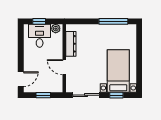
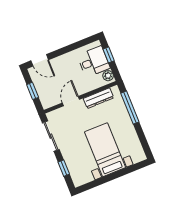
window: (113, 21) -> (130, 108), moved
bed with nightstands: (118, 71) -> (105, 150), moved, turned -90

